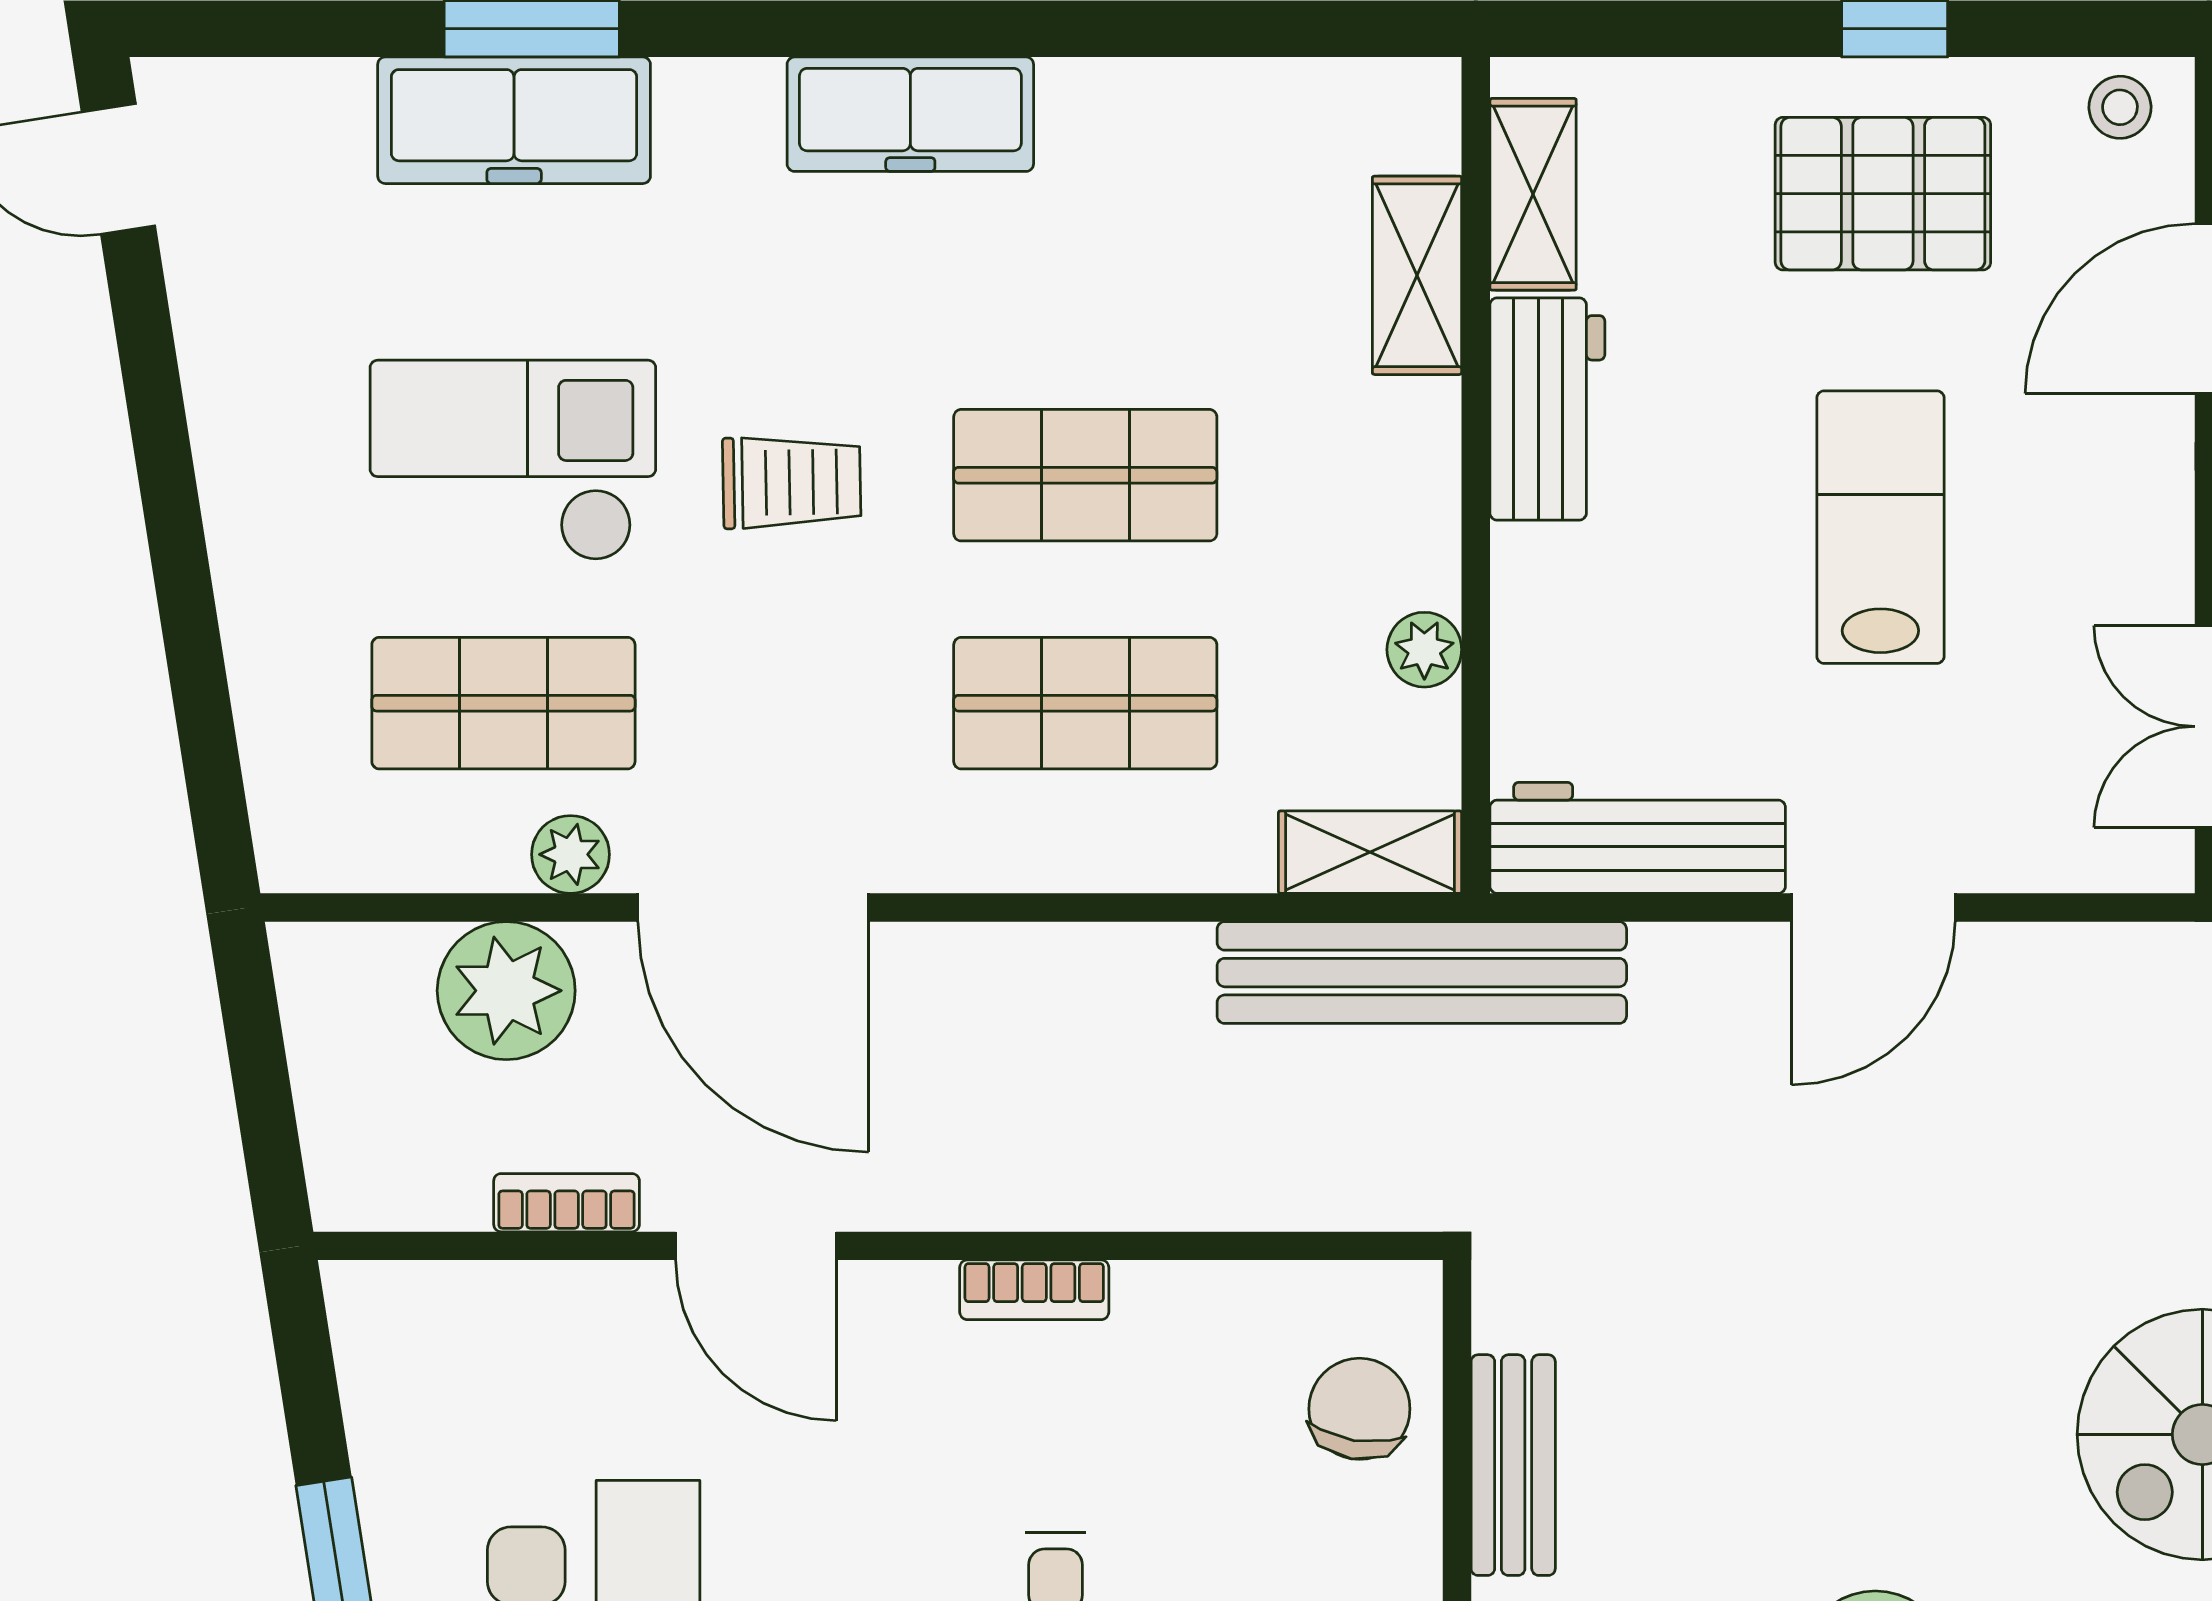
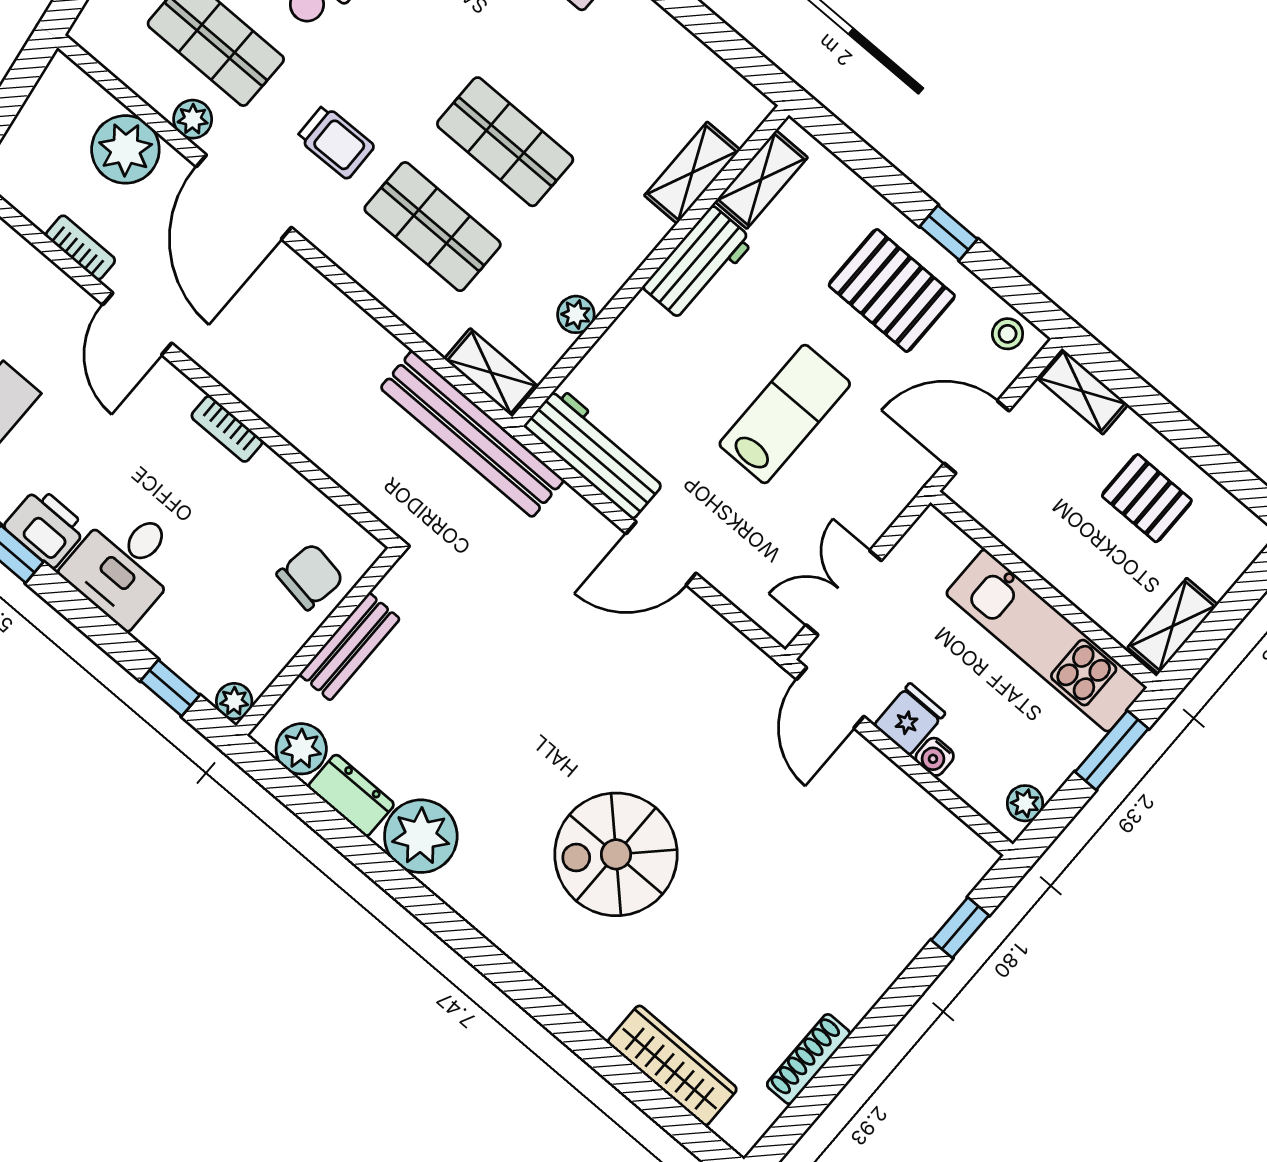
trolley: (792, 482) -> (336, 142), moved

